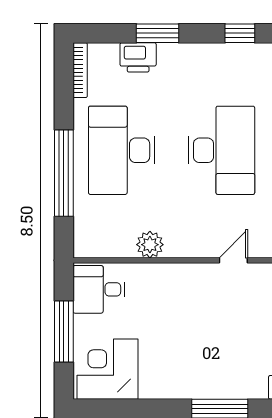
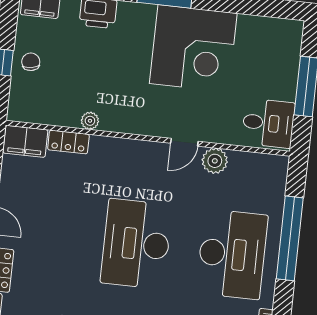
door: (233, 260) -> (184, 142), moved
corner desk: (108, 369) -> (193, 48), moved, width x1.36, depth x1.36

